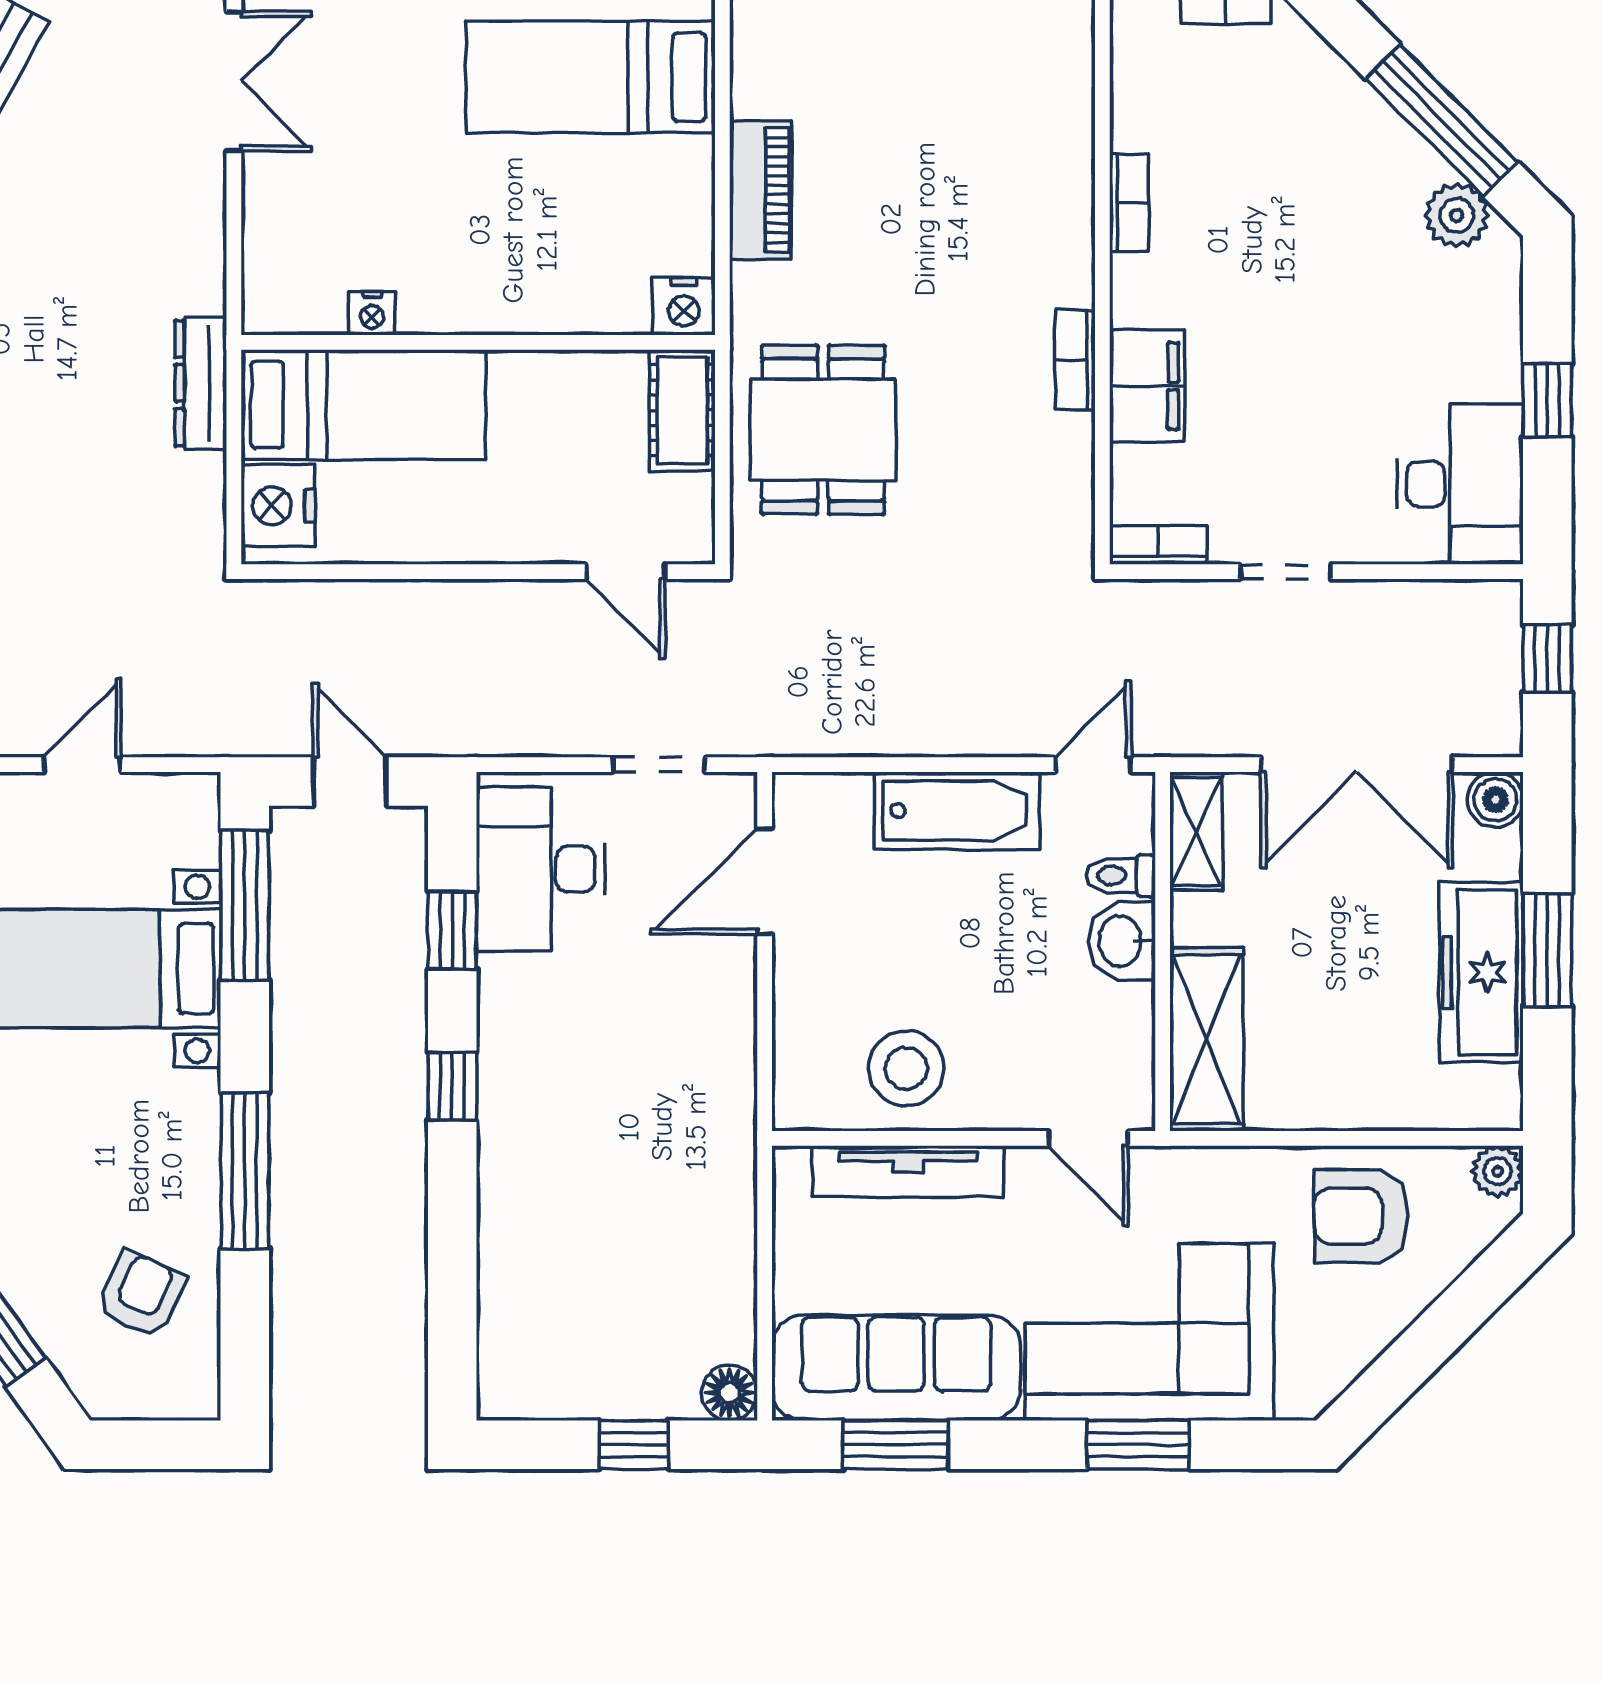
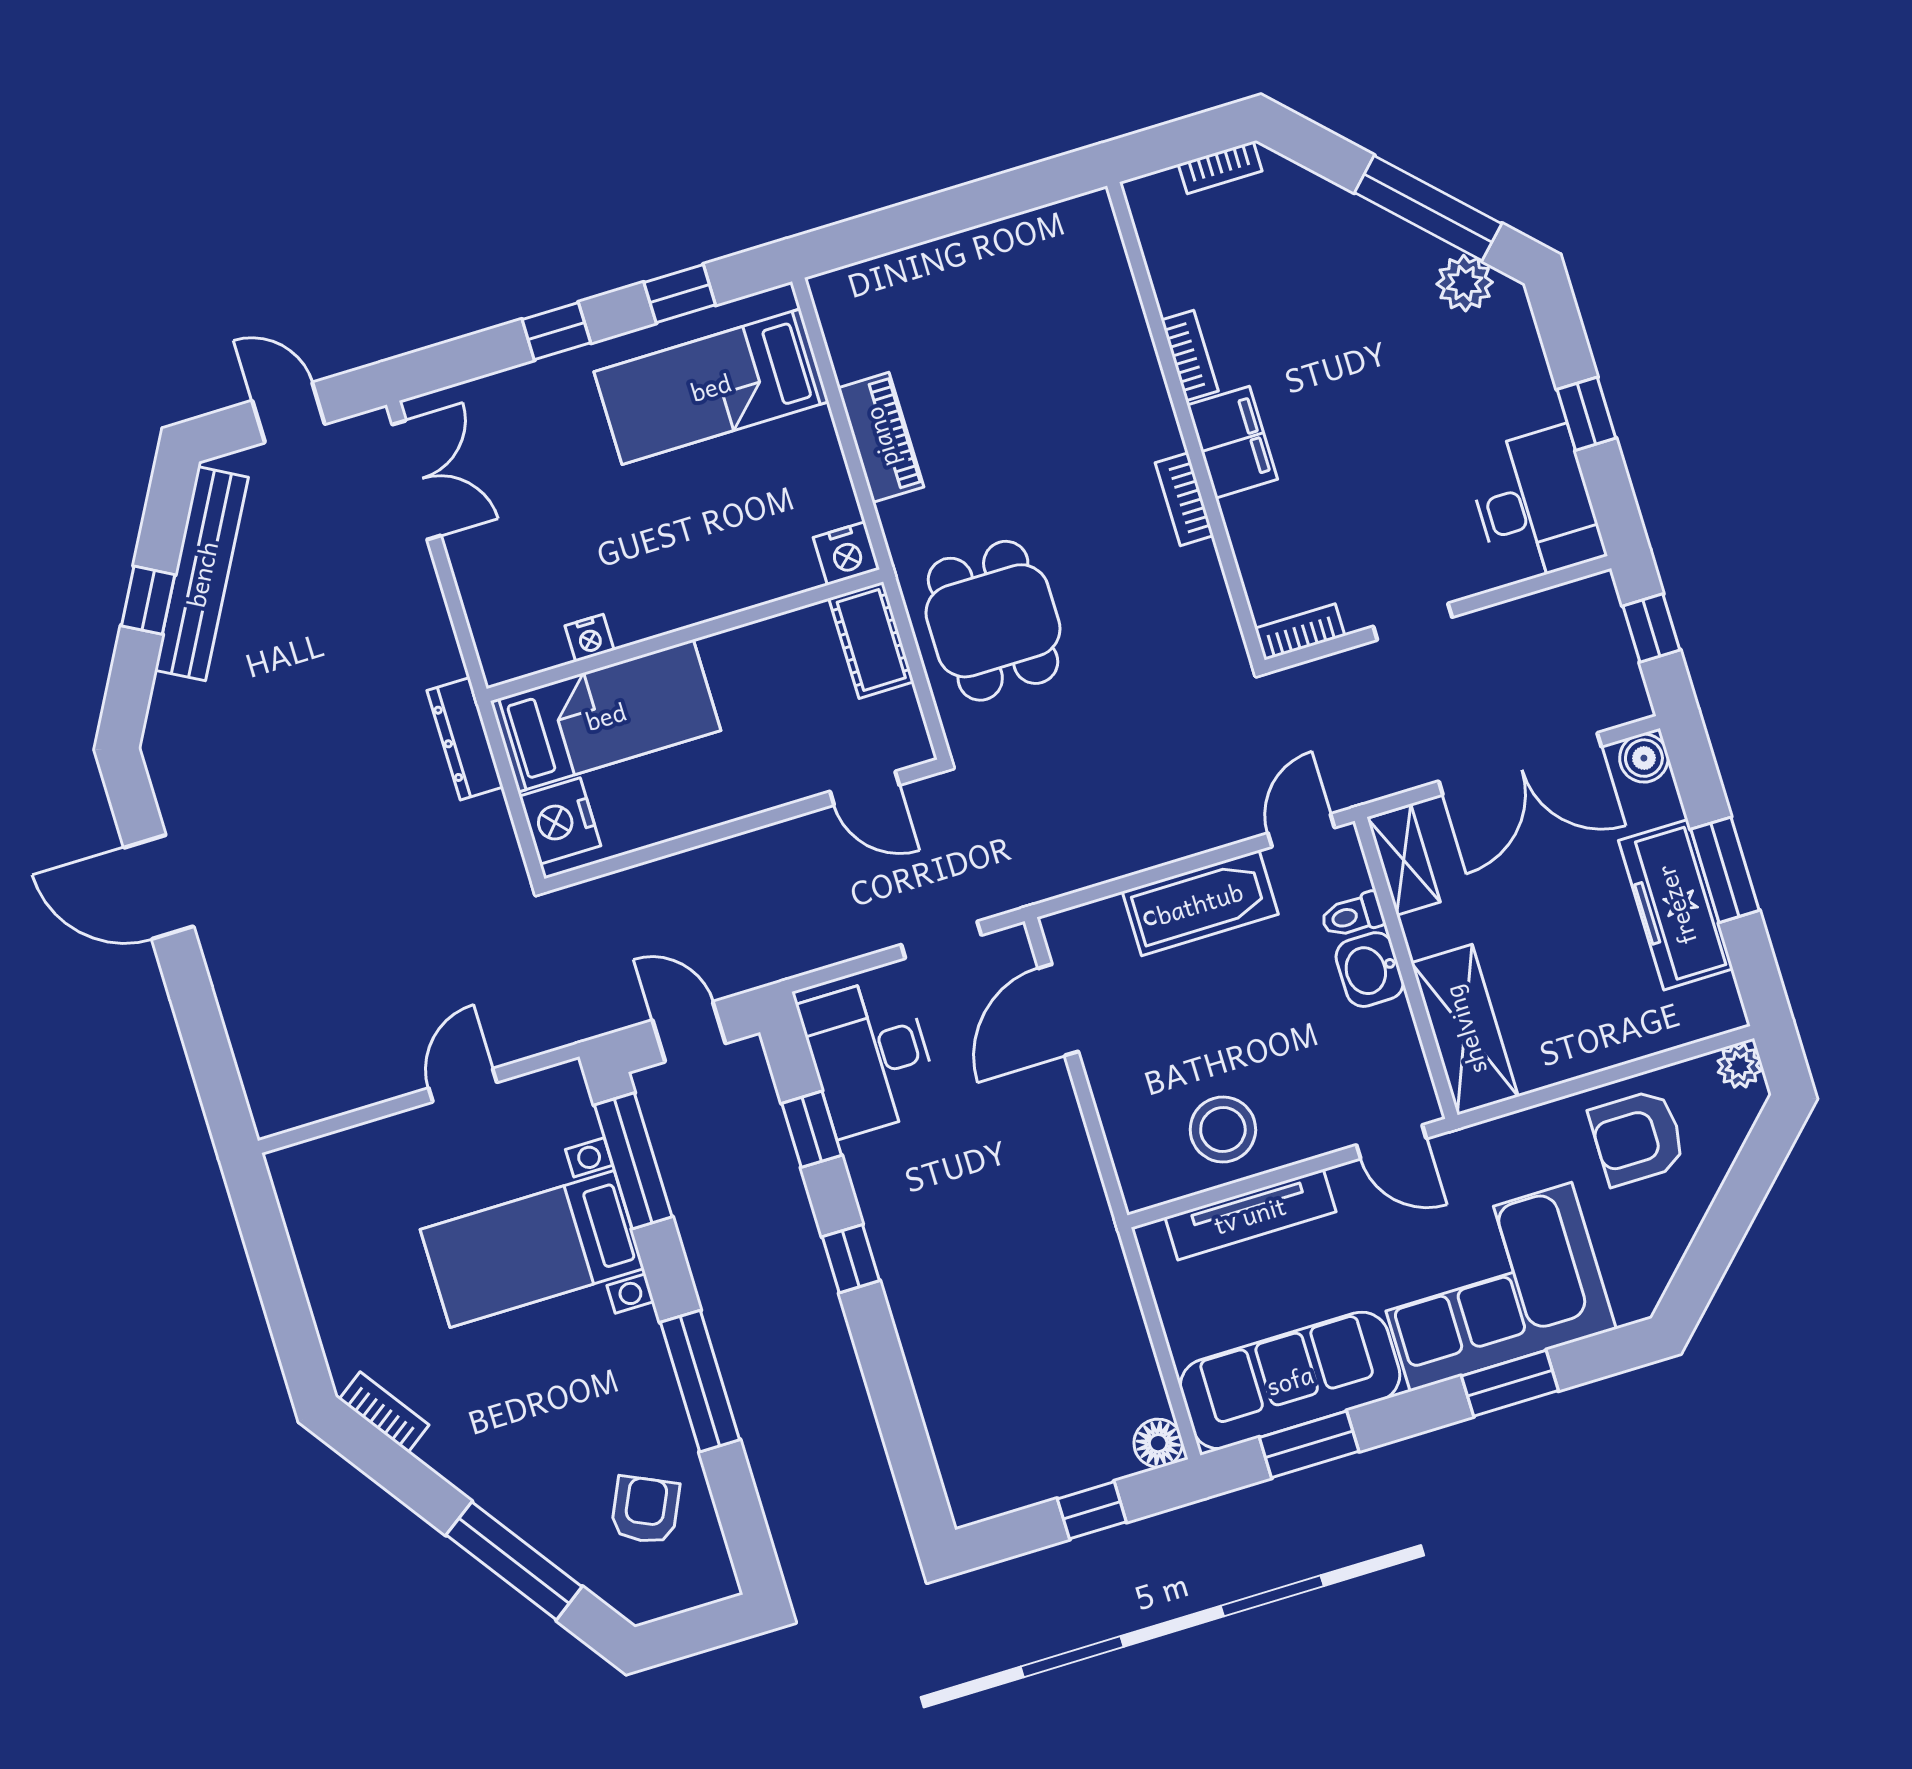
filing cabinet: (1147, 386) -> (1232, 442), moved

